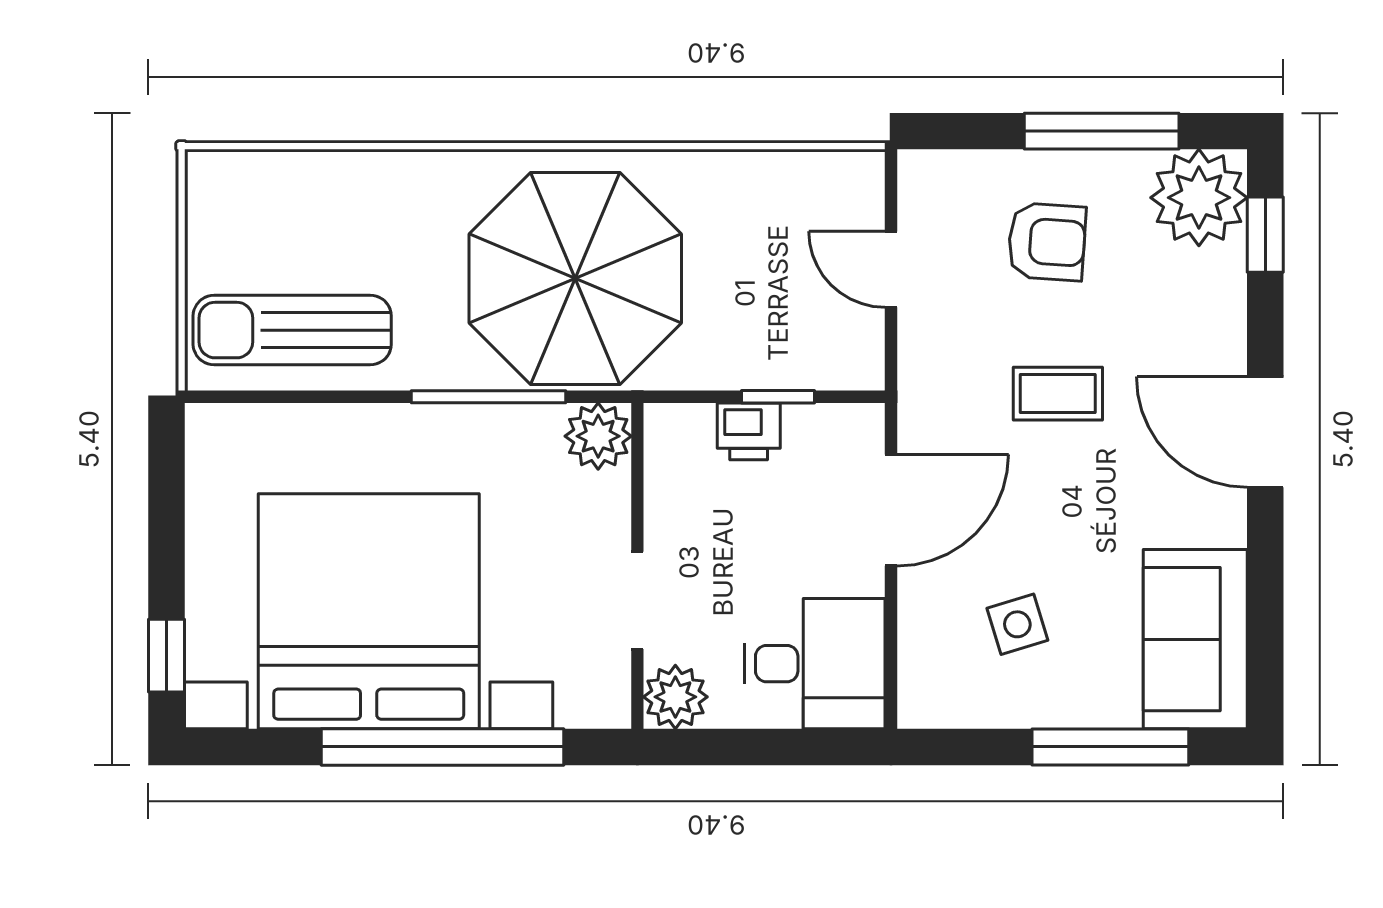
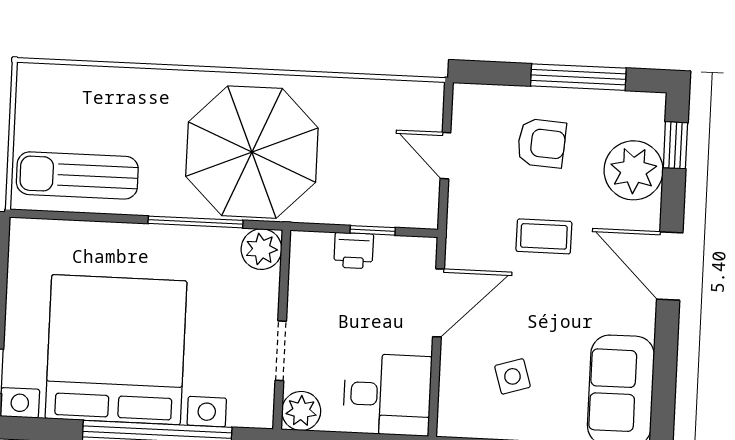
plant: (1199, 198) -> (634, 170), moved

